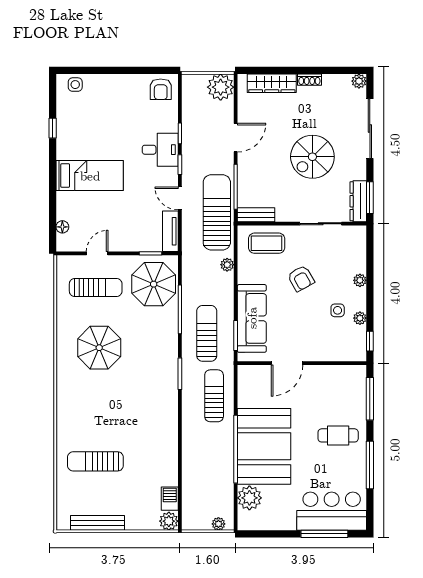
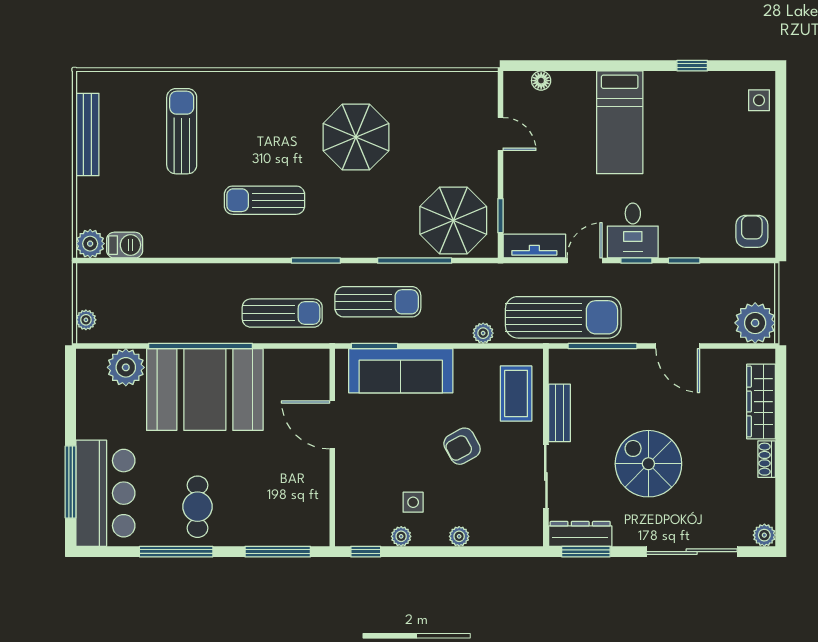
armchair: (161, 89) -> (752, 231), turned 90
desk: (160, 150) -> (633, 230), moved
bench: (256, 215) -> (559, 413), moved
sun lounger: (96, 288) -> (264, 200), moved, turned 90
cafe table: (338, 435) -> (198, 507), moved

